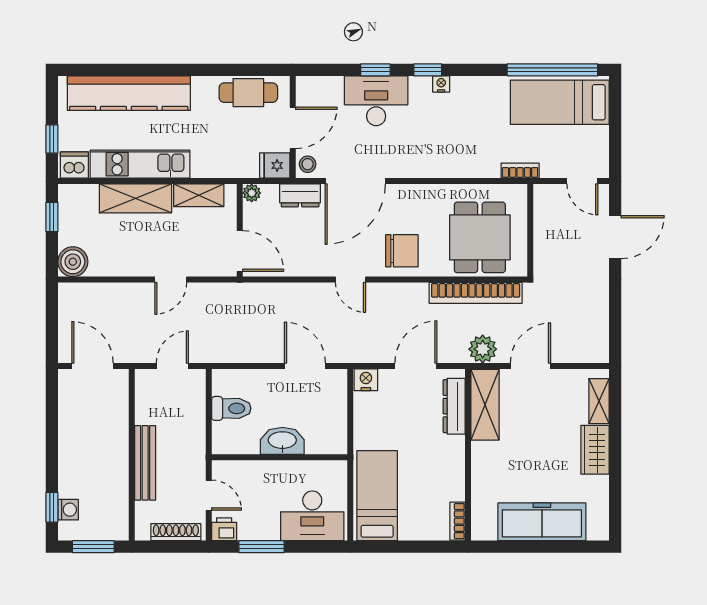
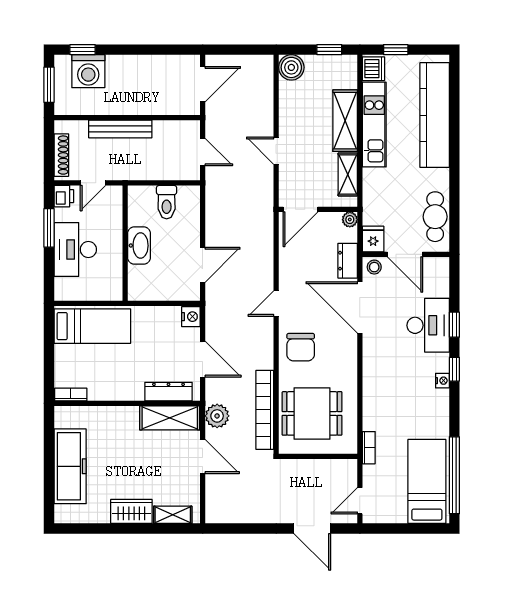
washing machine: (68, 510) -> (88, 71), width x1.89, depth x1.89
desk: (312, 516) -> (75, 250), moved

